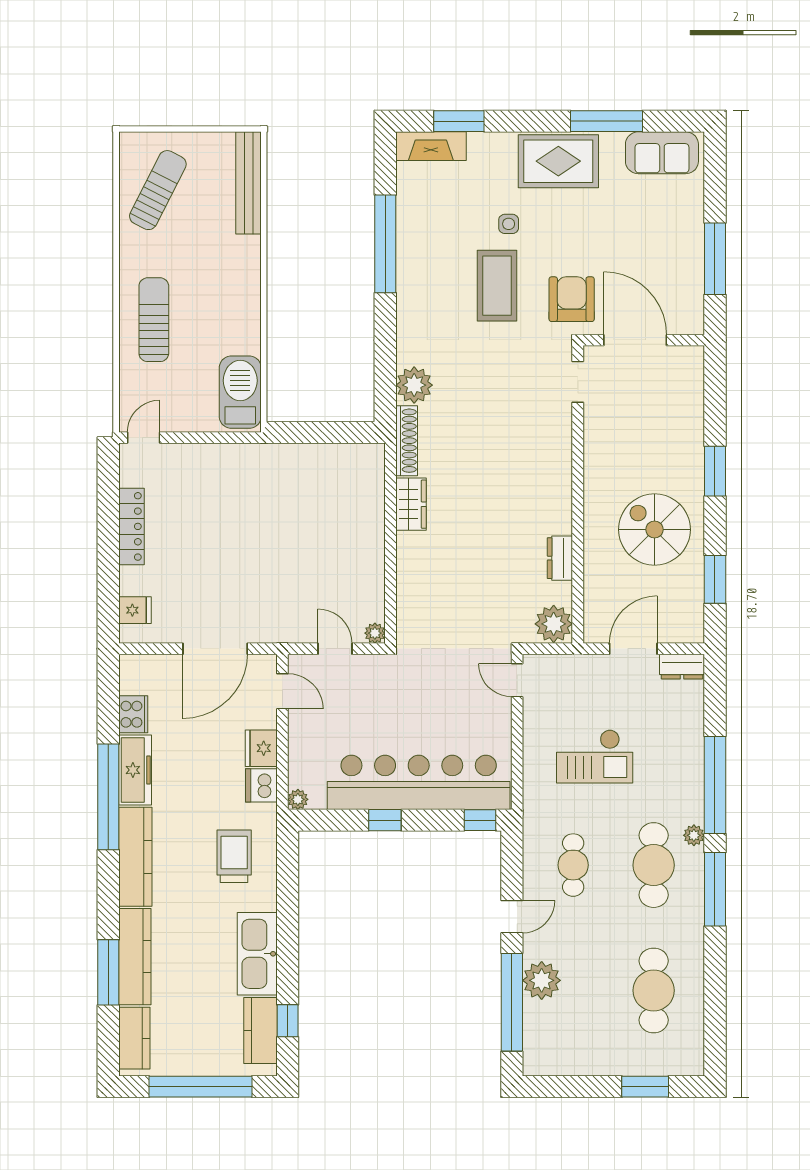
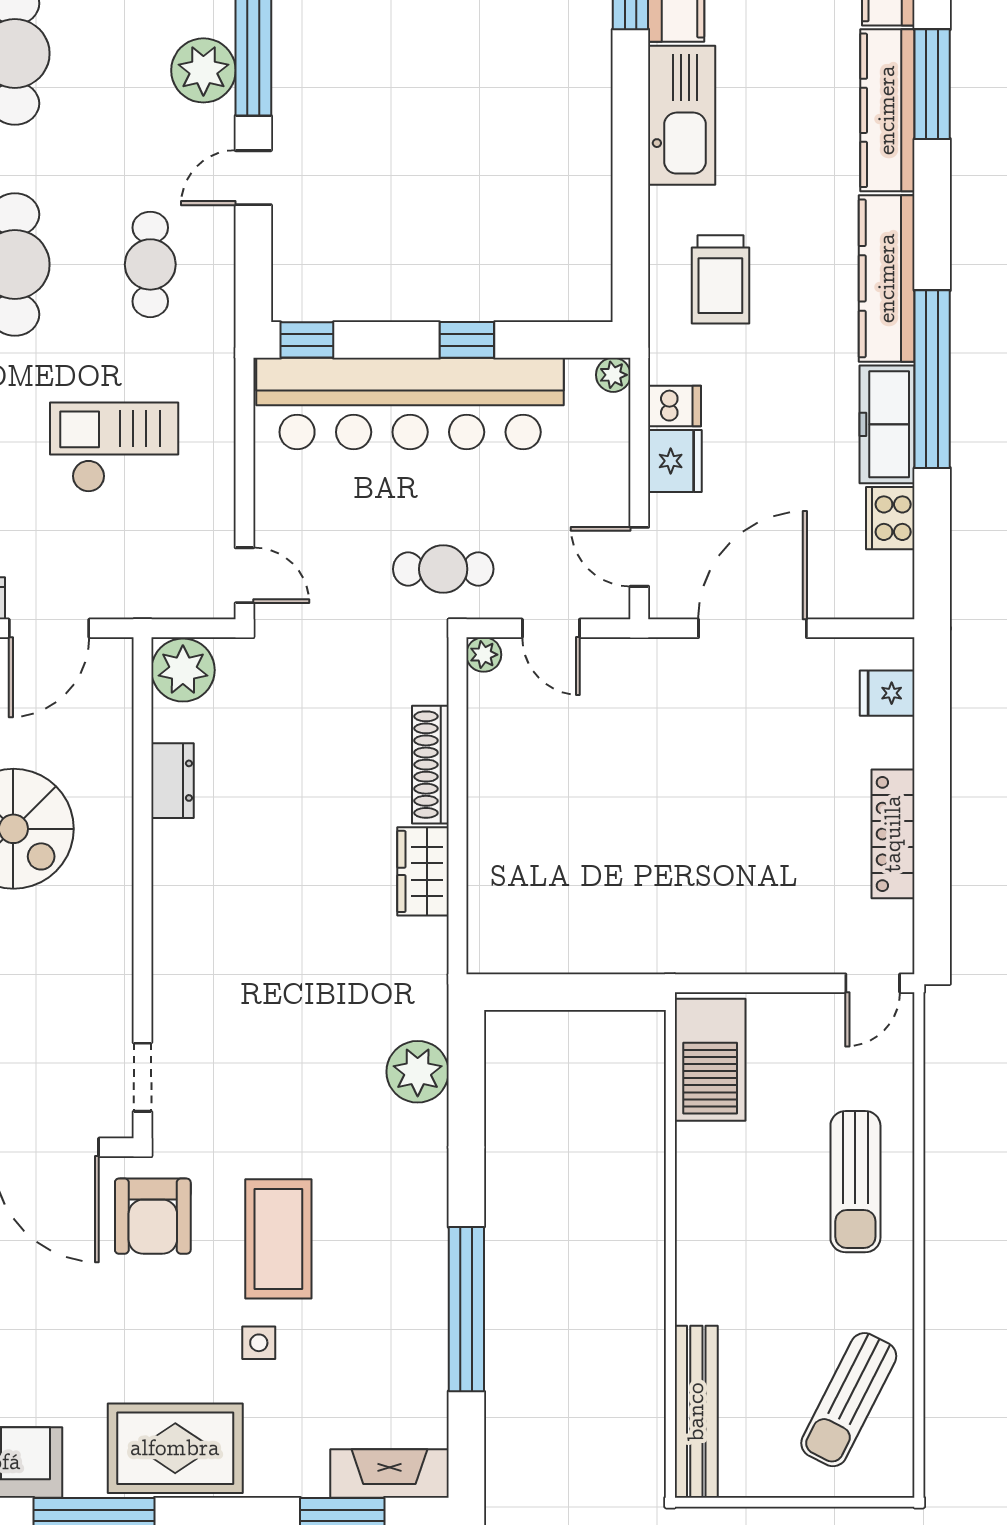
shoe rack: (407, 441) -> (430, 765), moved
cafe table: (399, 684) -> (443, 569), added
dishwasher: (261, 785) -> (675, 406), width x0.73

